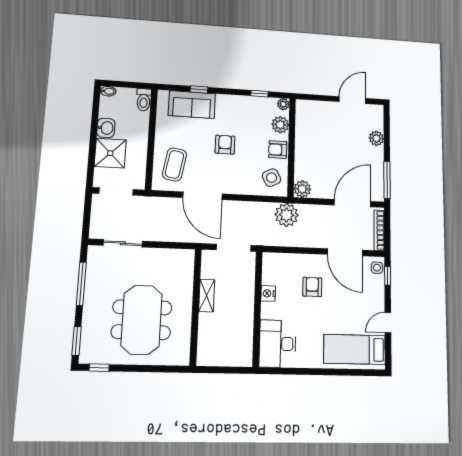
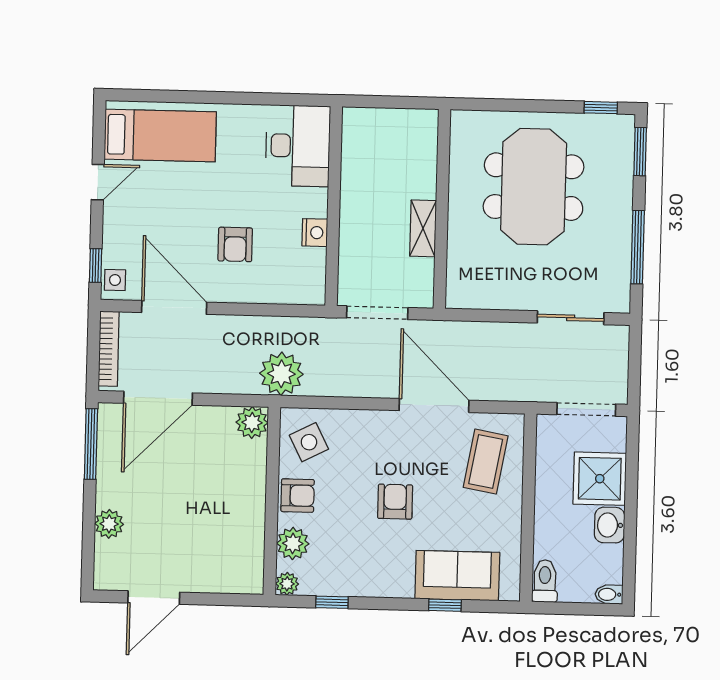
armchair: (225, 145) -> (395, 502), turned 180

